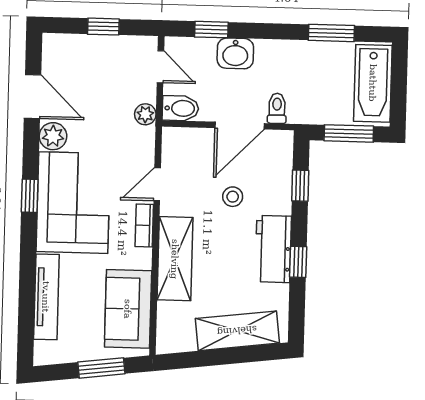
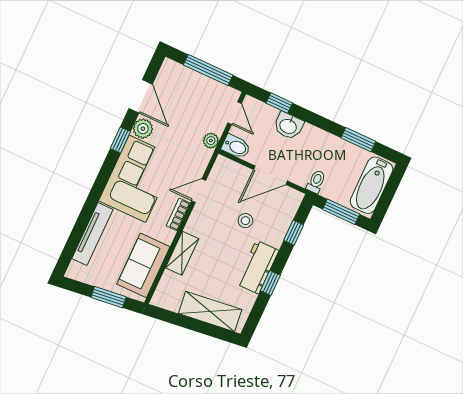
window: (103, 27) -> (208, 70), width x2.17
toilet: (277, 108) -> (316, 182), moved
window: (30, 196) -> (120, 140), moved
shelving: (175, 259) -> (182, 253), width x0.67, depth x0.75

